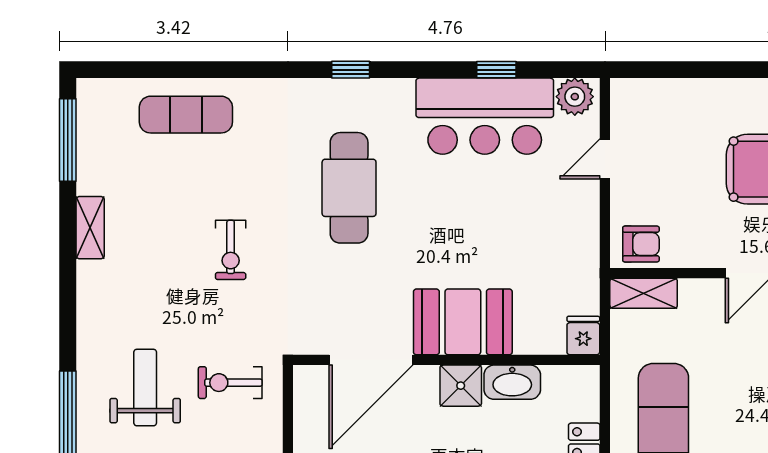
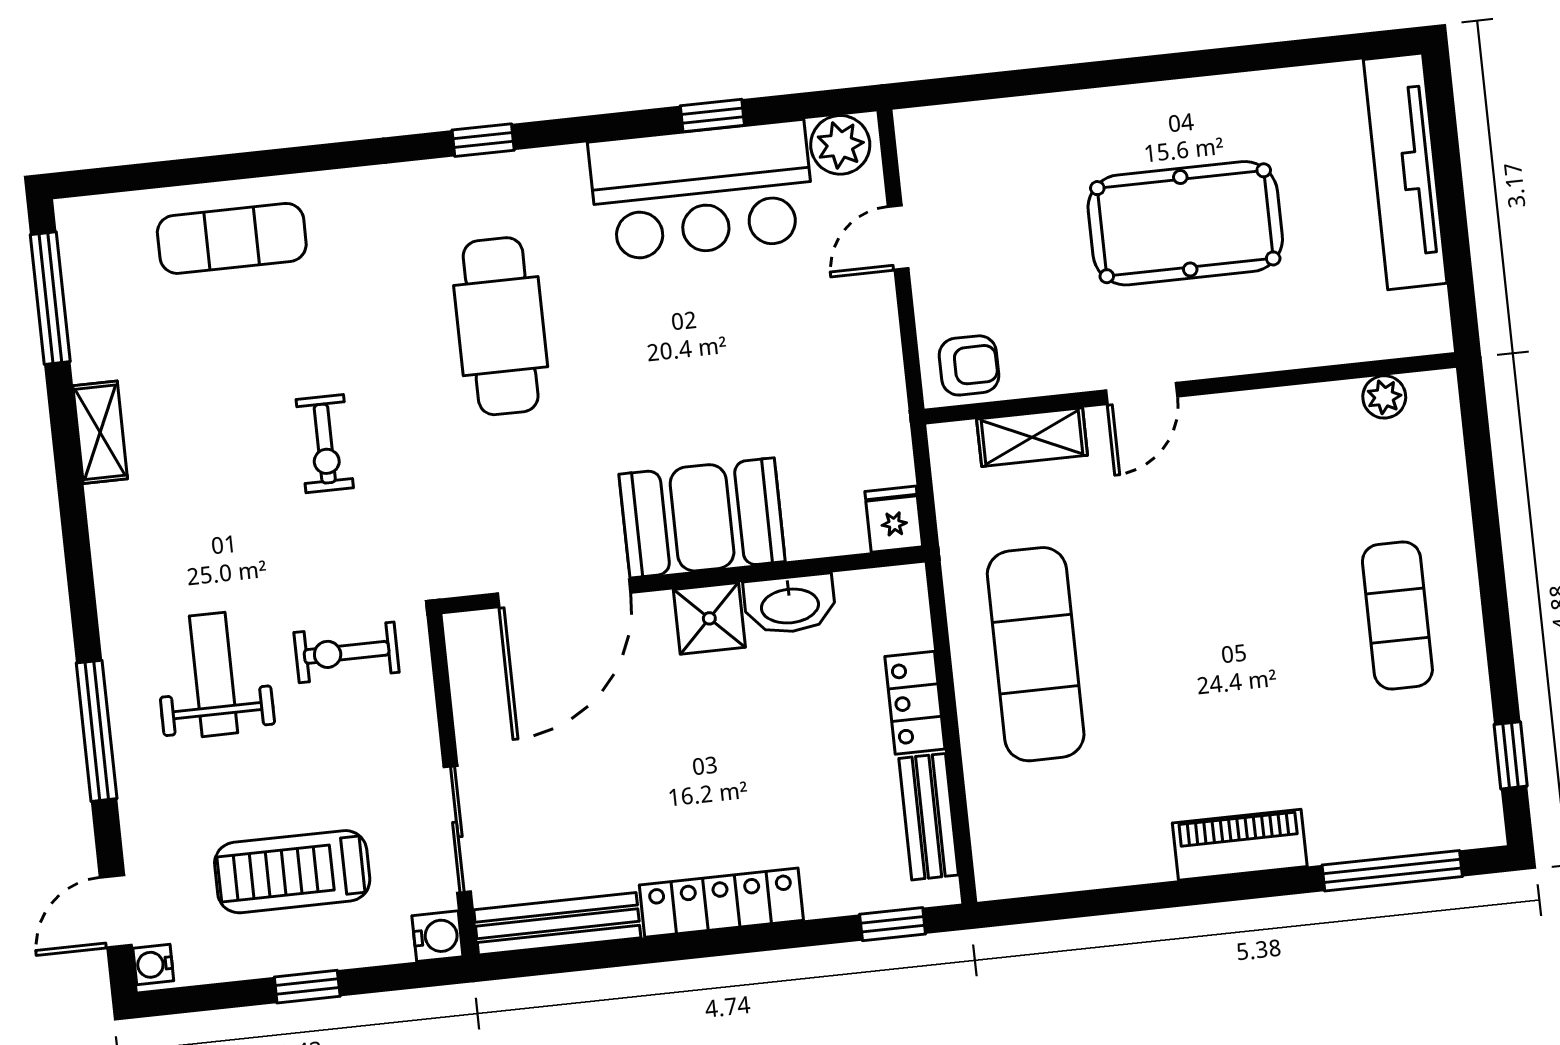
shelving: (644, 293) -> (1032, 437), moved

